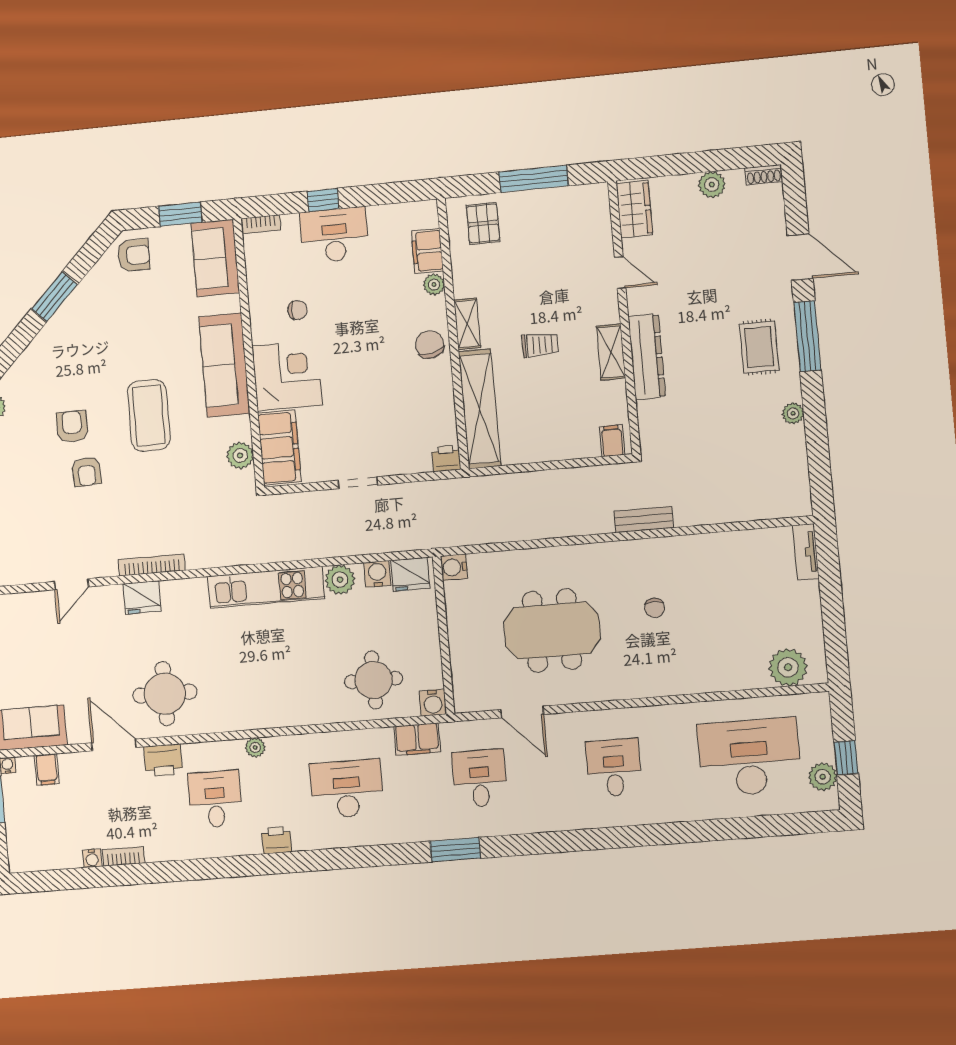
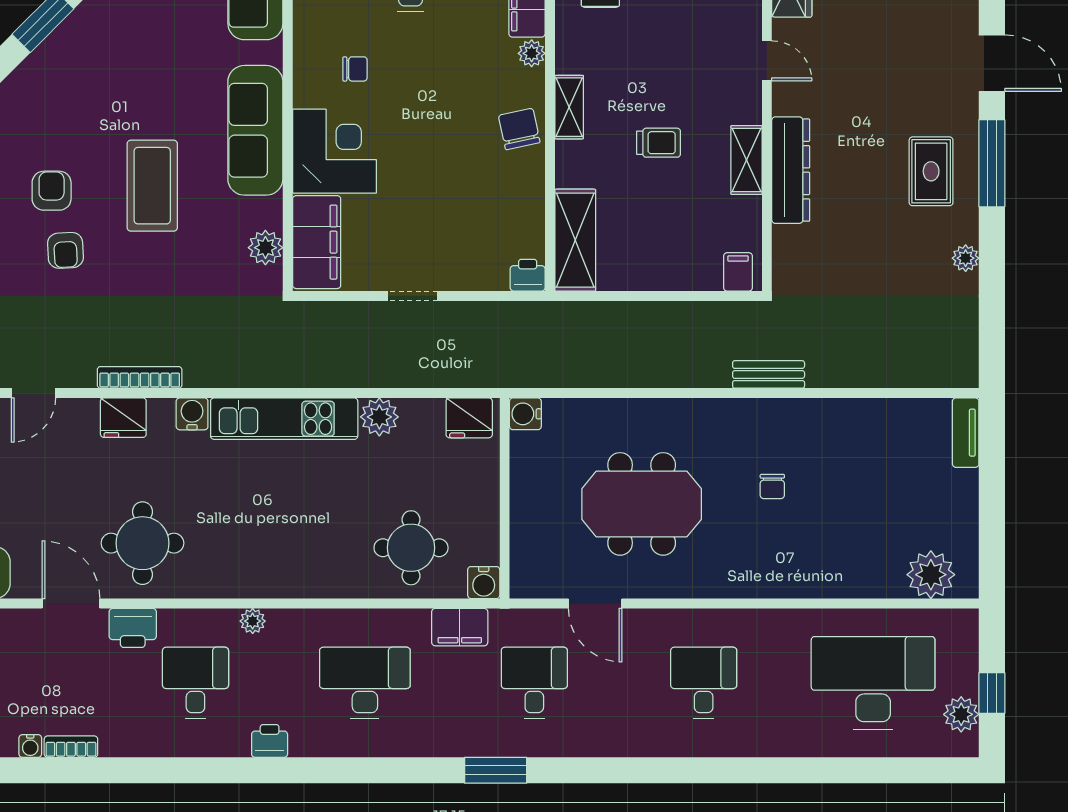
shelving: (480, 409) -> (575, 240), width x0.68
water cooler: (377, 574) -> (192, 414), moved

